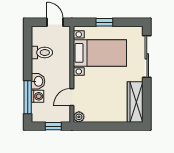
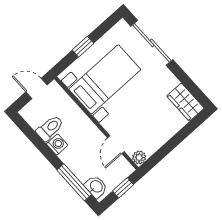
washbasin: (38, 81) -> (96, 187), moved
washing machine: (38, 96) -> (57, 145), moved
wardrobe: (135, 102) -> (185, 102), width x0.67

